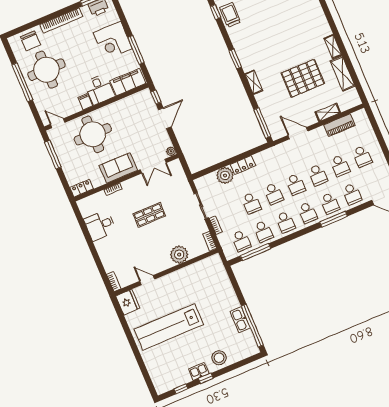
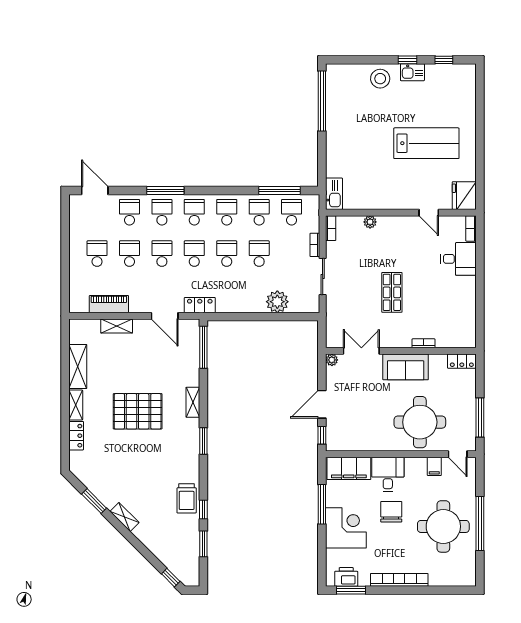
locker: (324, 26) -> (76, 436), added
chair: (30, 41) -> (391, 512), moved
pallet: (303, 78) -> (138, 411), moved
filing cabinet: (85, 102) -> (434, 466), moved
locker: (243, 165) -> (200, 305), moved
shop shelf: (149, 215) -> (392, 292), turned 90
desk: (100, 225) -> (458, 259), moved
plant: (179, 255) -> (370, 222), width x0.53, depth x0.53
kitchen sink: (240, 320) -> (334, 194), moved
lab bench: (169, 327) -> (426, 143), width x0.73

